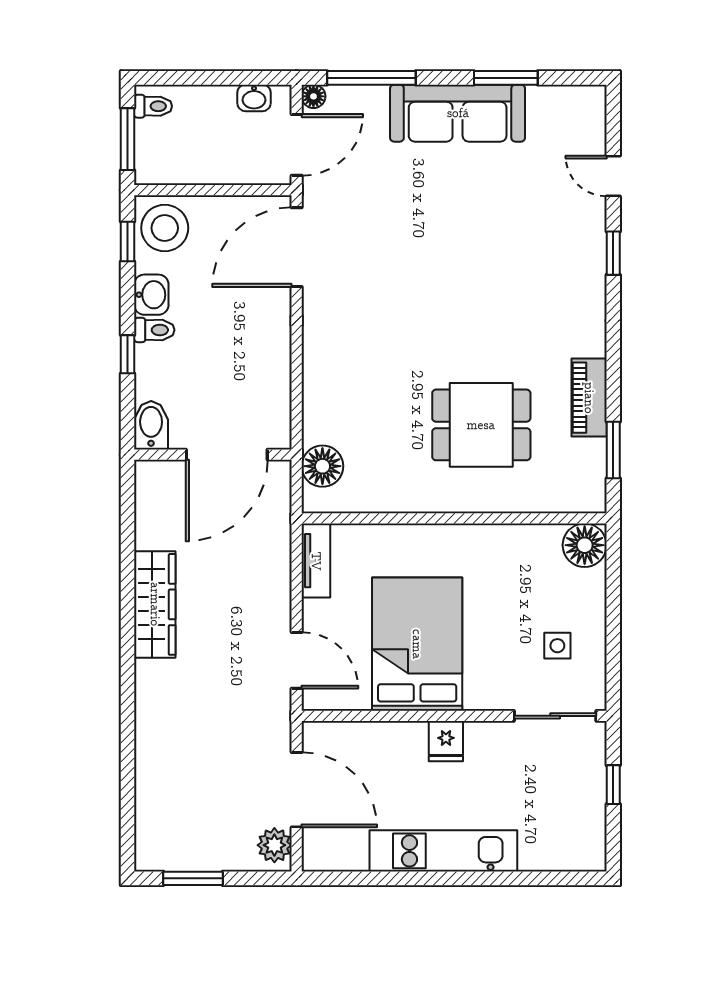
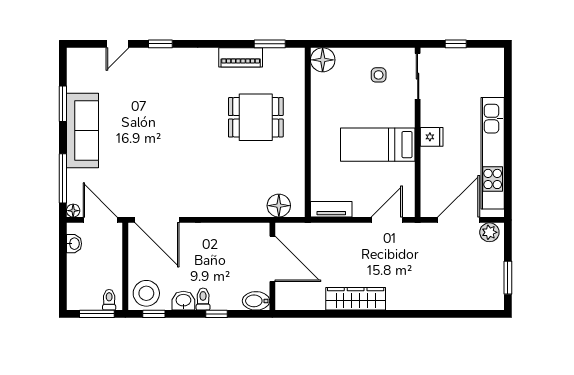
toilet: (153, 106) -> (109, 300), moved
dining table: (481, 425) -> (256, 117), turned 90
bed: (417, 644) -> (378, 145), width x0.67
kitchen unit: (443, 851) -> (493, 153), width x1.36

